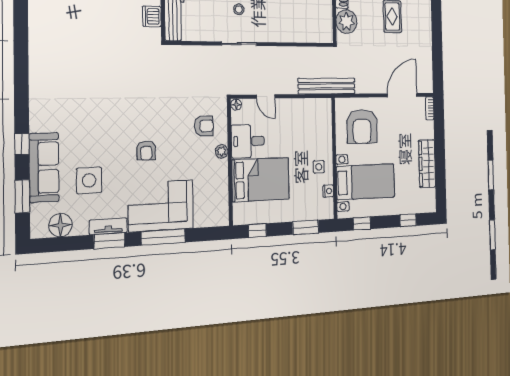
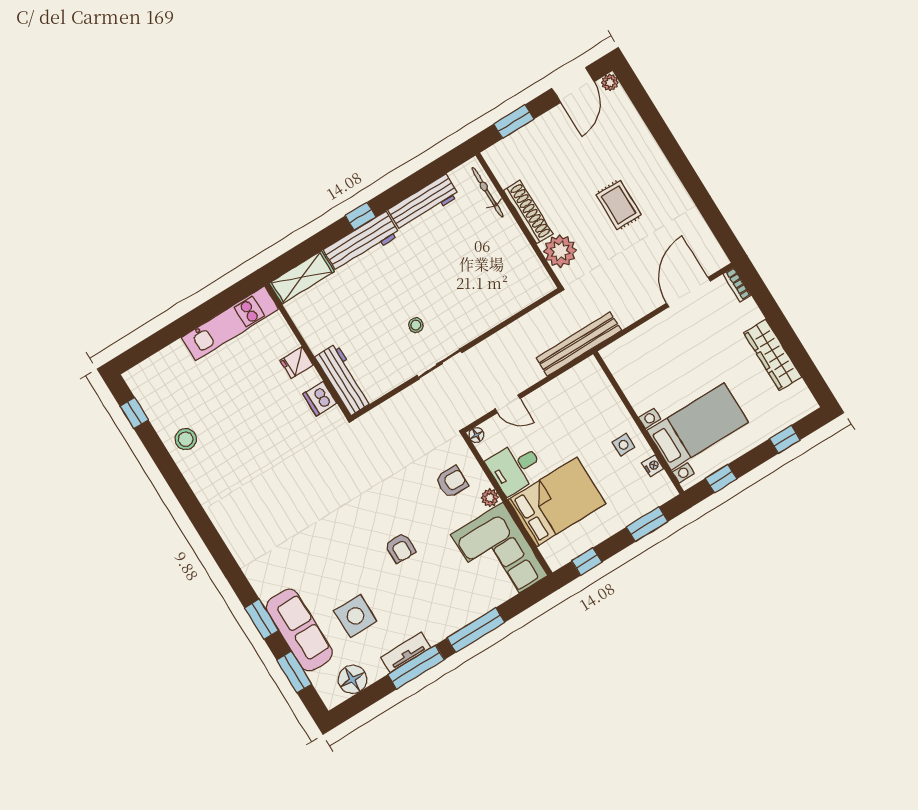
armchair: (362, 127) -> (654, 364), removed
window: (22, 144) -> (262, 619), width x1.50
corner sofa: (161, 206) -> (499, 555), moved, turned -90
window: (109, 241) -> (416, 667), width x1.44

